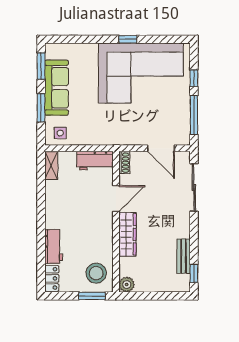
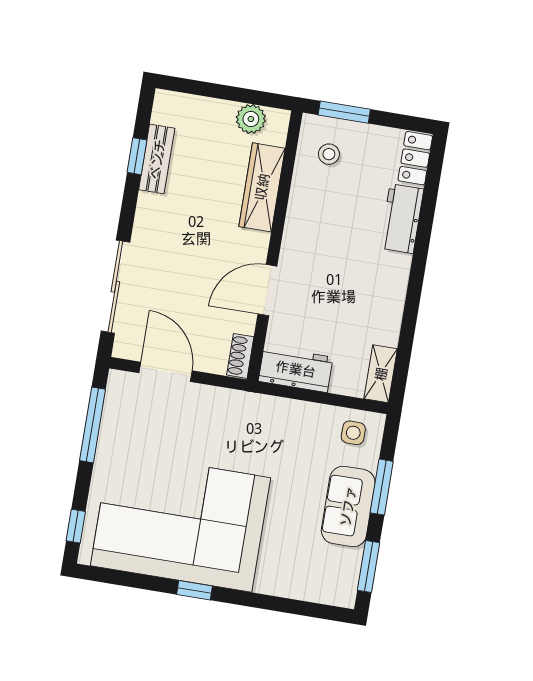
window: (194, 78) -> (76, 526), moved
sofa: (57, 88) -> (348, 506), width x0.73
wardrobe: (128, 234) -> (262, 187), moved
stool: (96, 273) -> (329, 154), width x0.53, depth x0.53
window: (194, 273) -> (137, 156), moved
plant: (127, 285) -> (251, 119), moved

